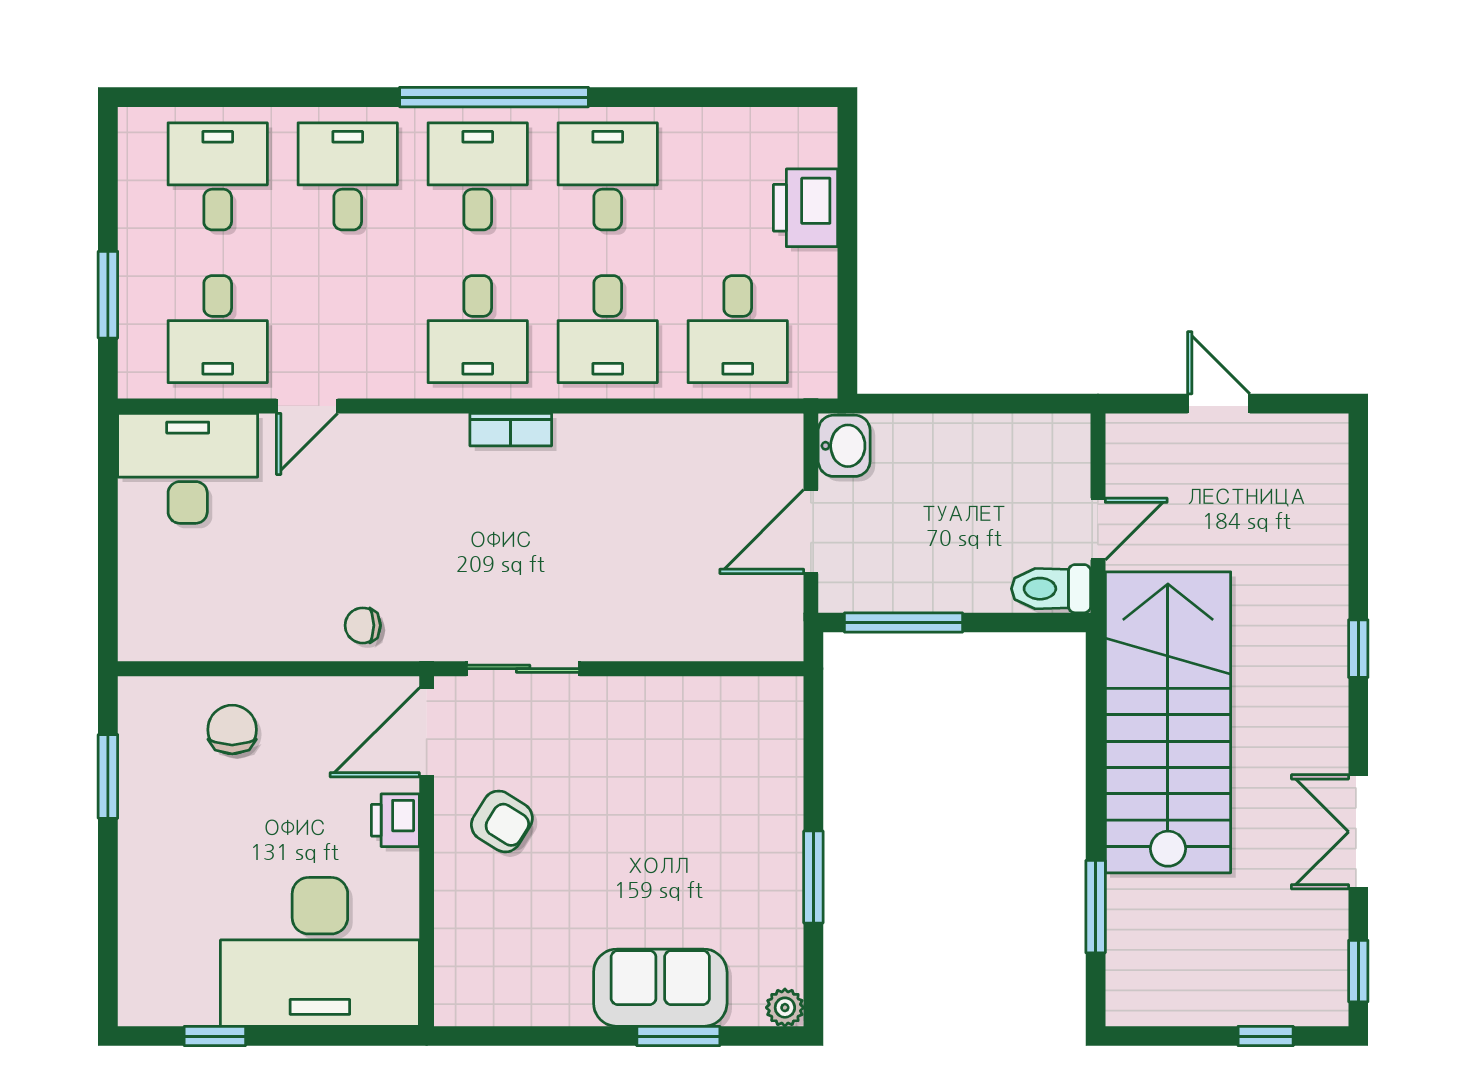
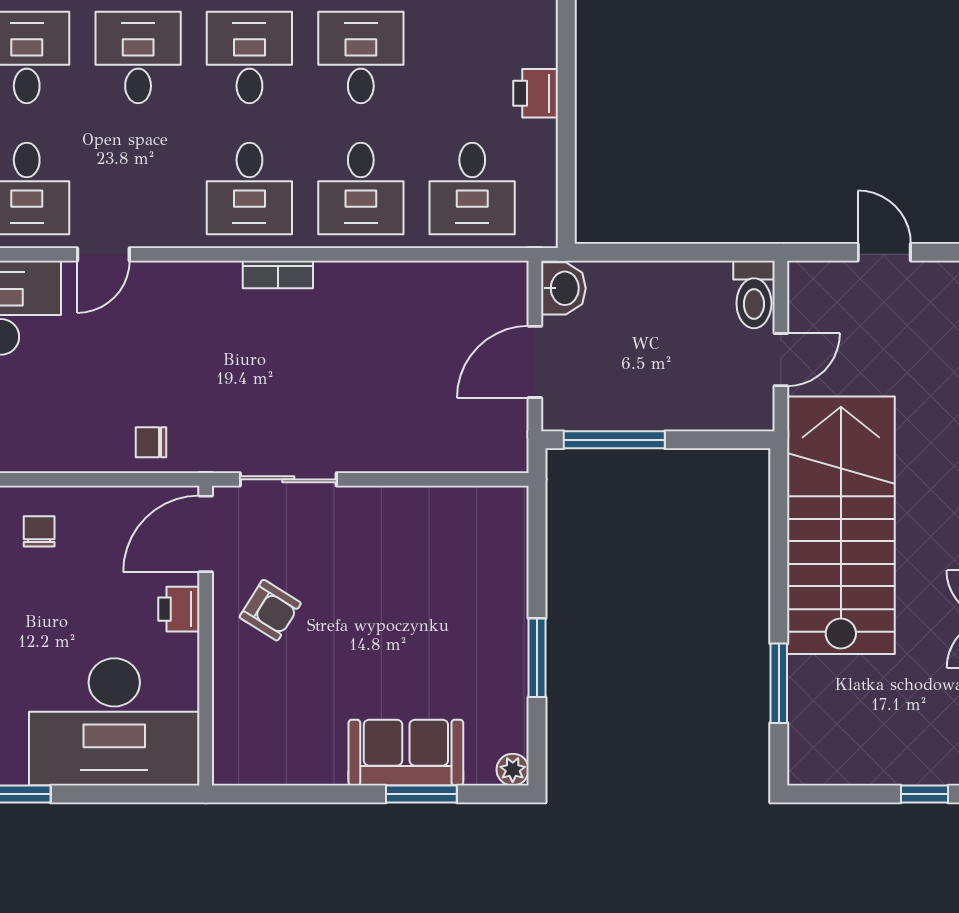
printer: (806, 208) -> (536, 93), width x0.73, depth x0.81
toilet: (1051, 589) -> (754, 294), moved, turned -90
chair: (232, 730) -> (39, 531), width x0.73, depth x0.73

